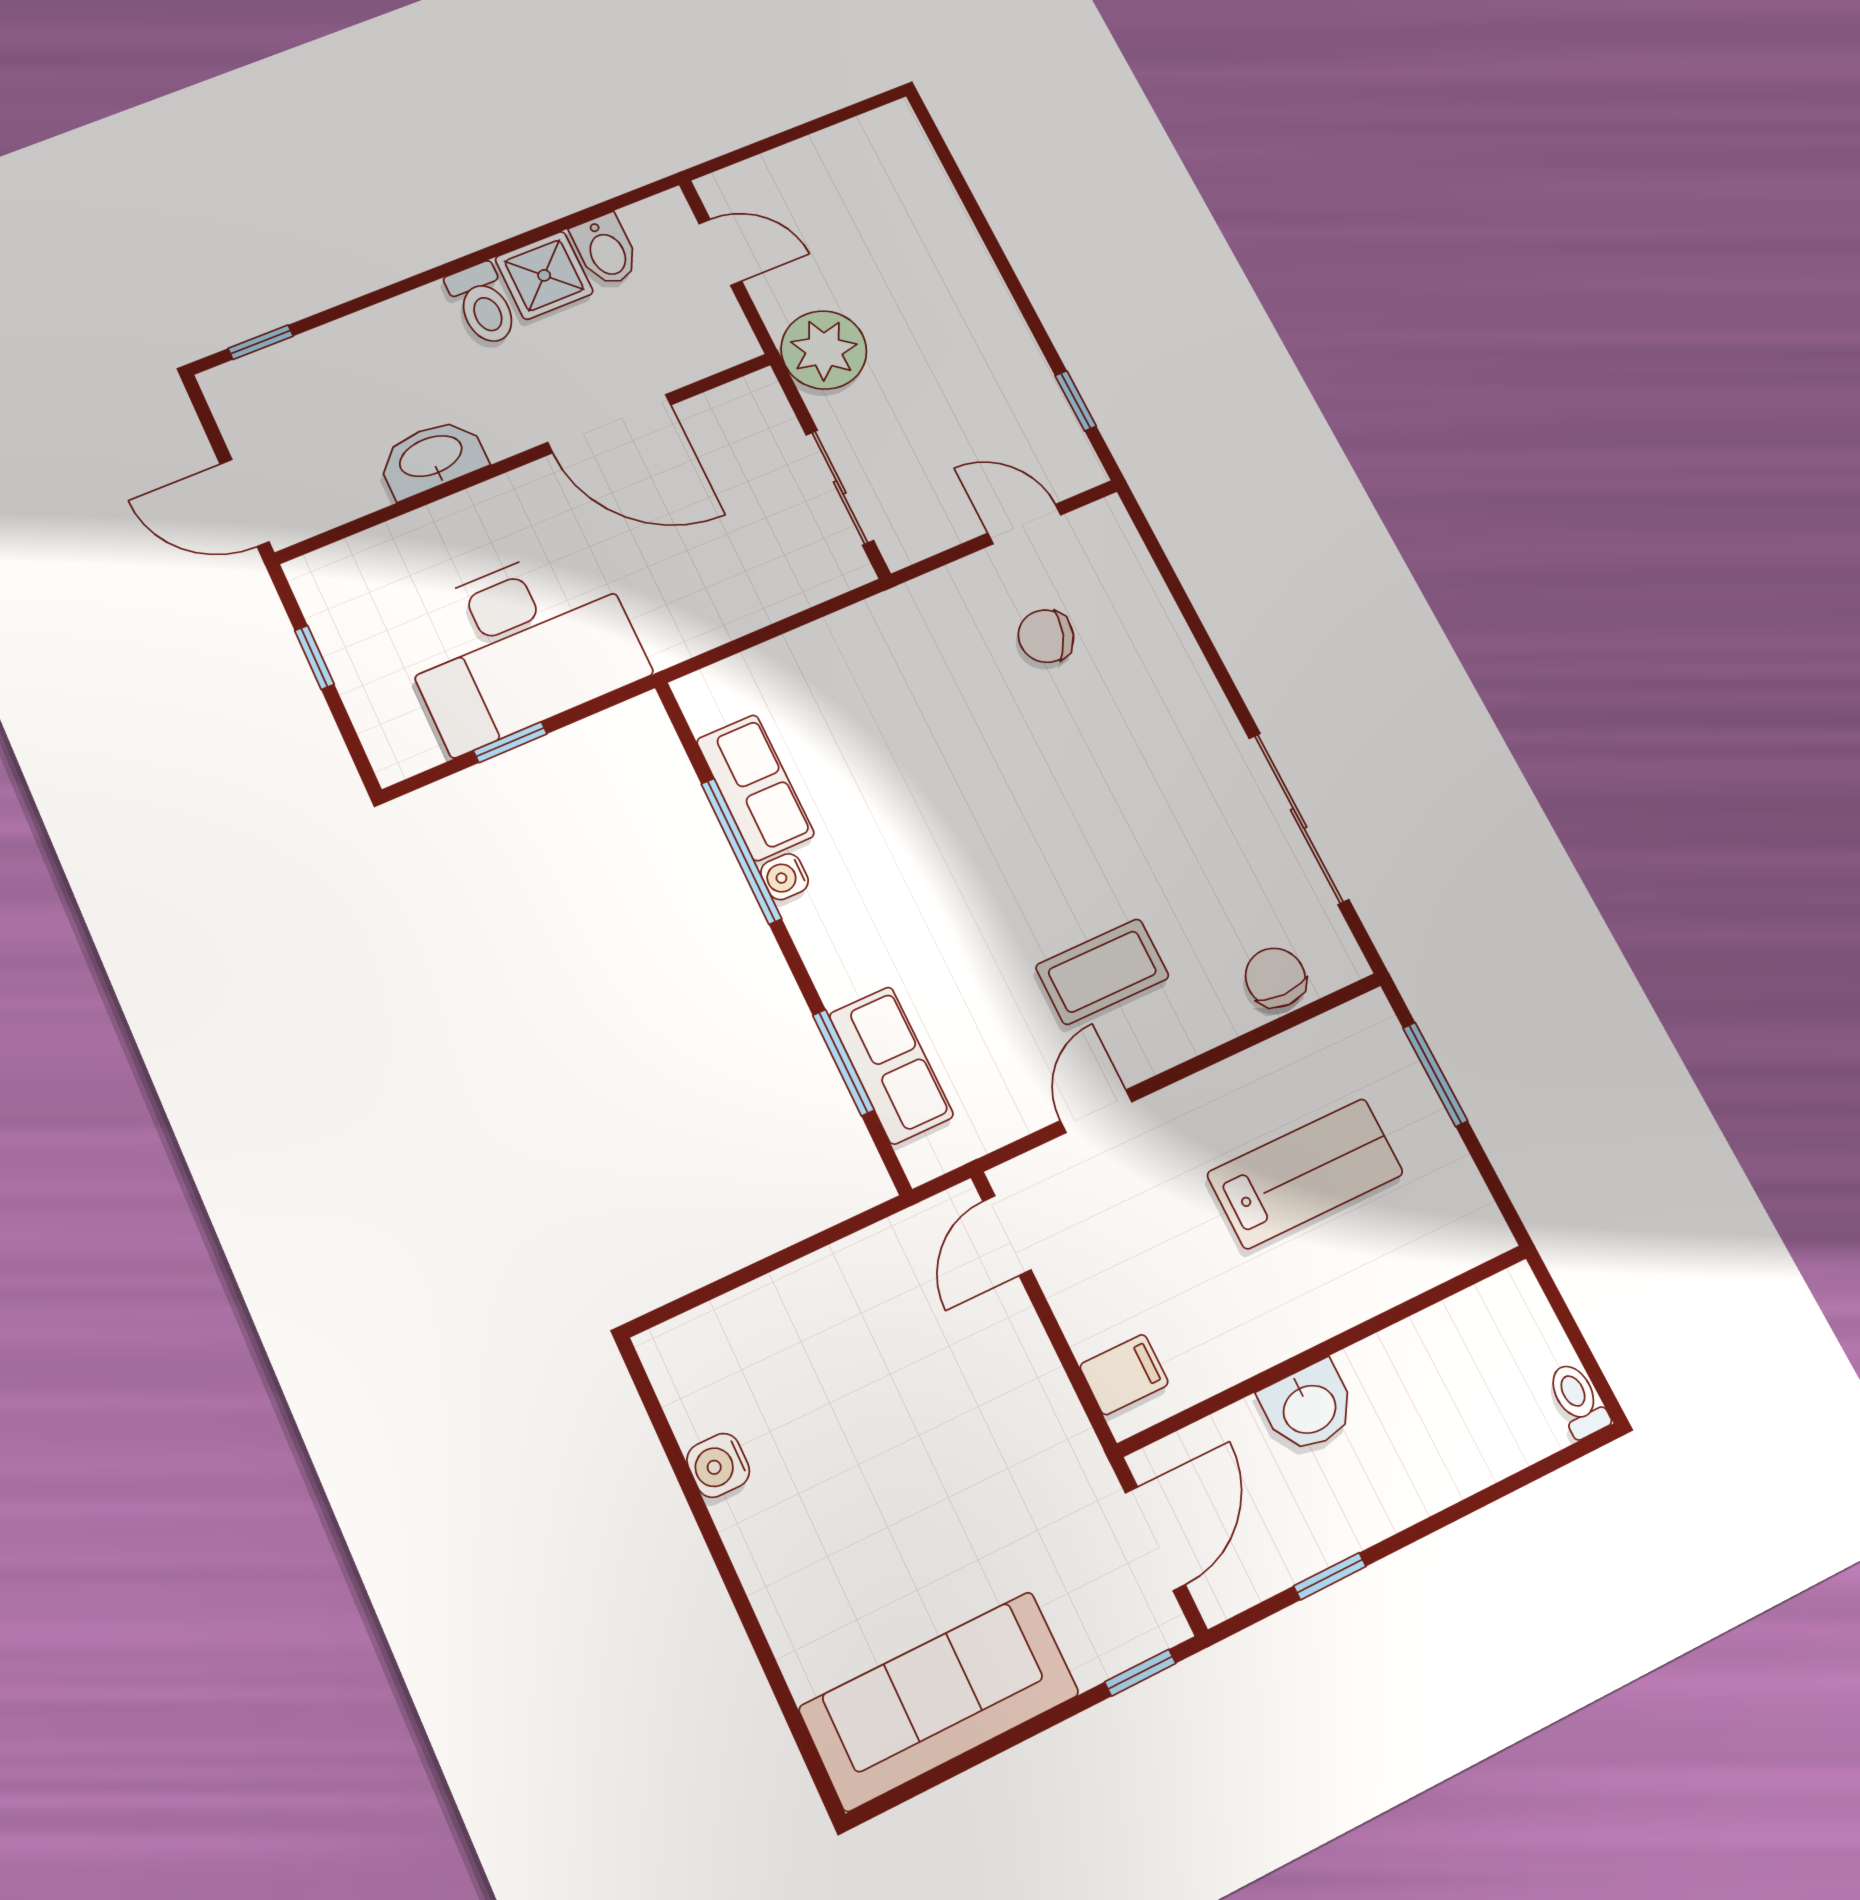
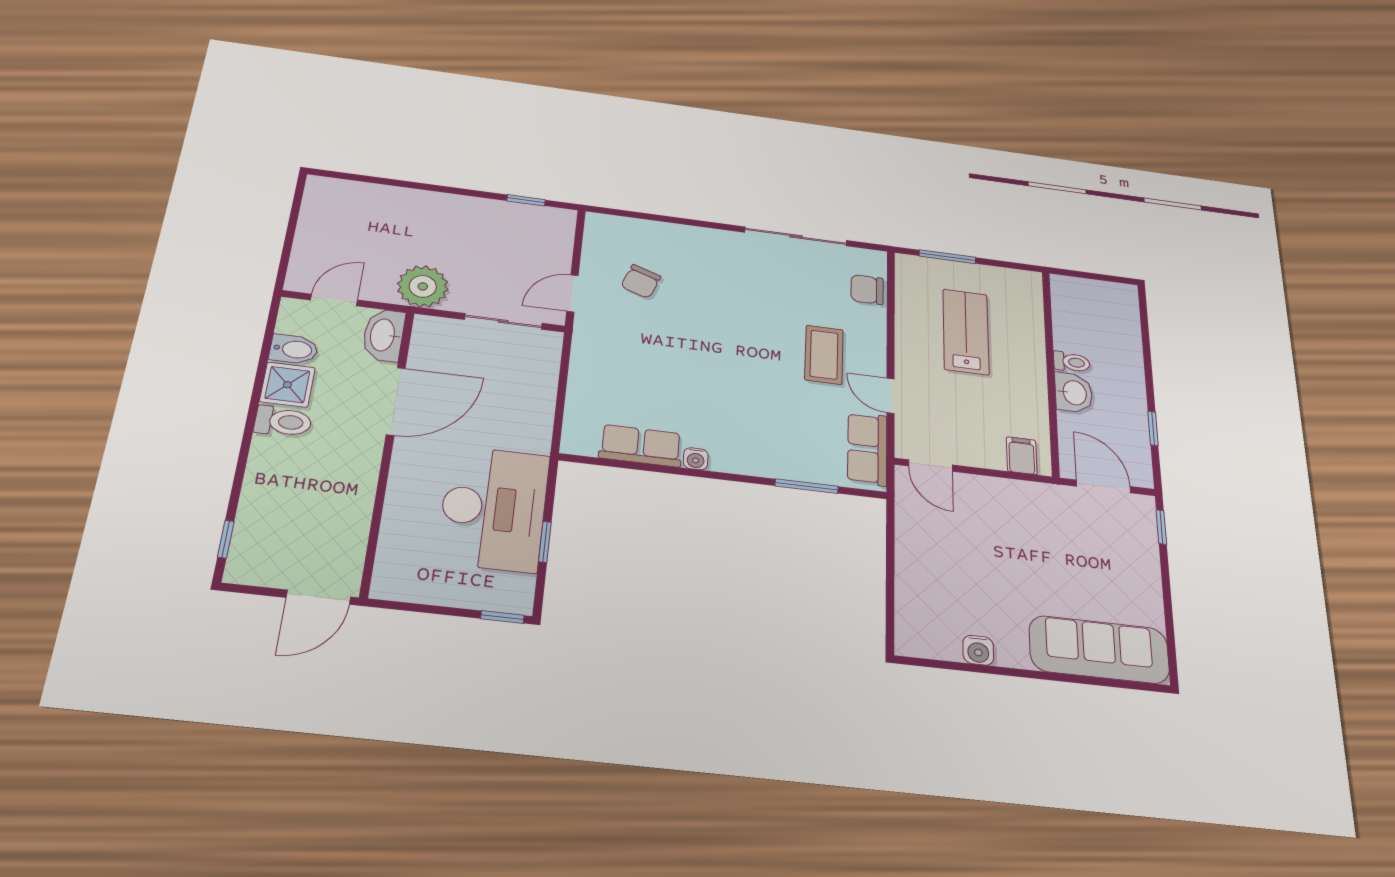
washbasin: (432, 458) -> (384, 335), moved
door: (1024, 524) -> (572, 293), moved
window: (314, 657) -> (502, 617), moved
window: (741, 851) -> (671, 470), removed
row of seats: (891, 1065) -> (867, 449), moved, turned -90
toilet: (1578, 1400) -> (1072, 362), moved, turned 180
sofa: (939, 1701) -> (1099, 650), moved, turned 90

